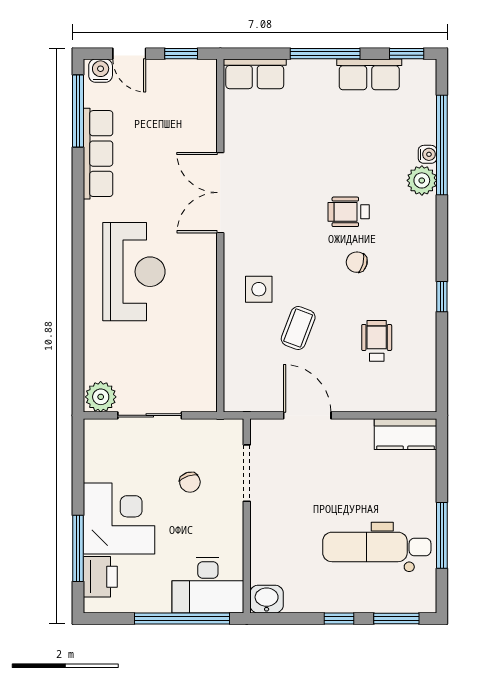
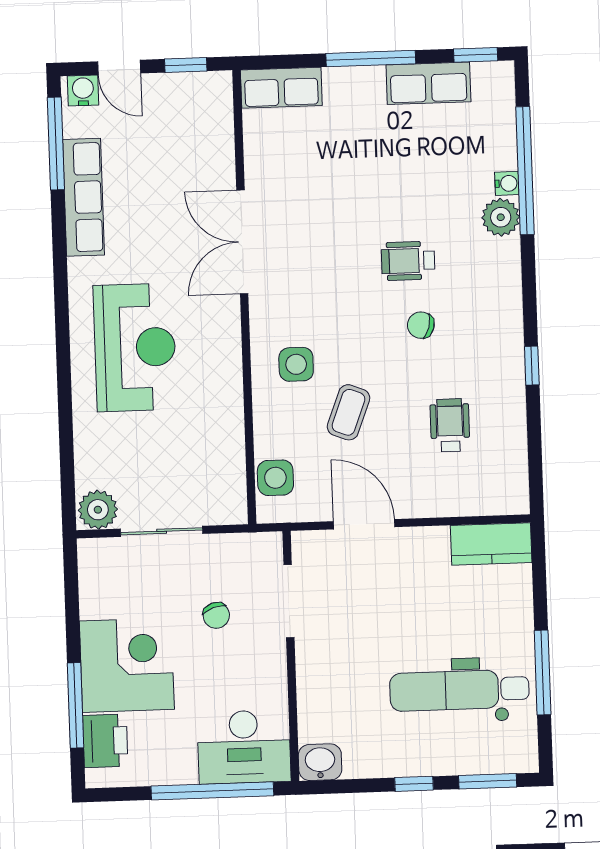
side table: (240, 377) -> (275, 478), added

